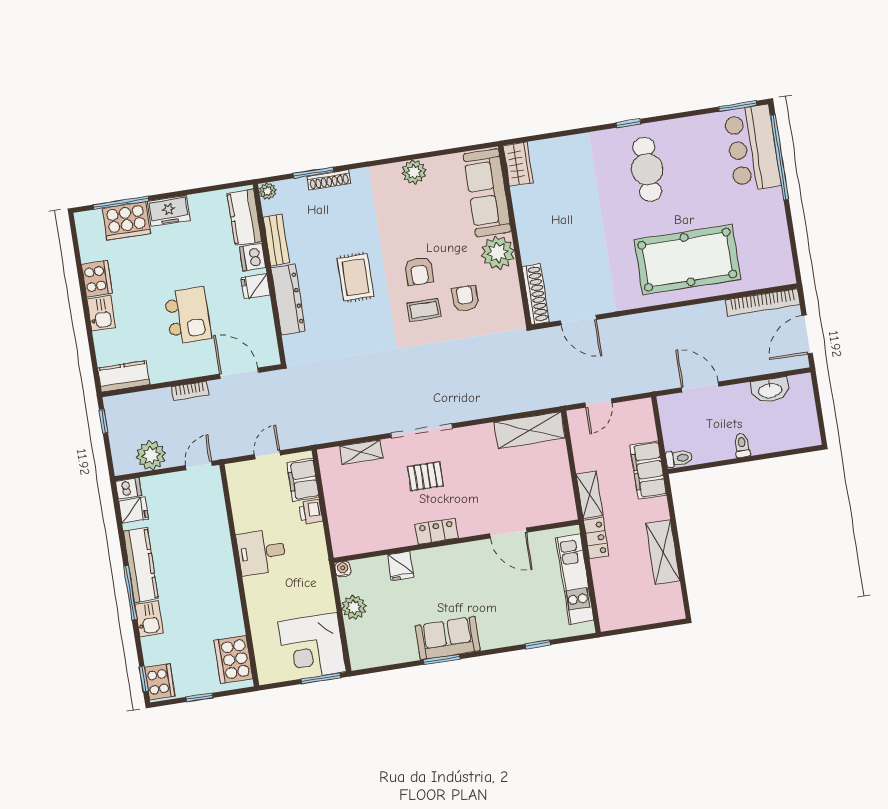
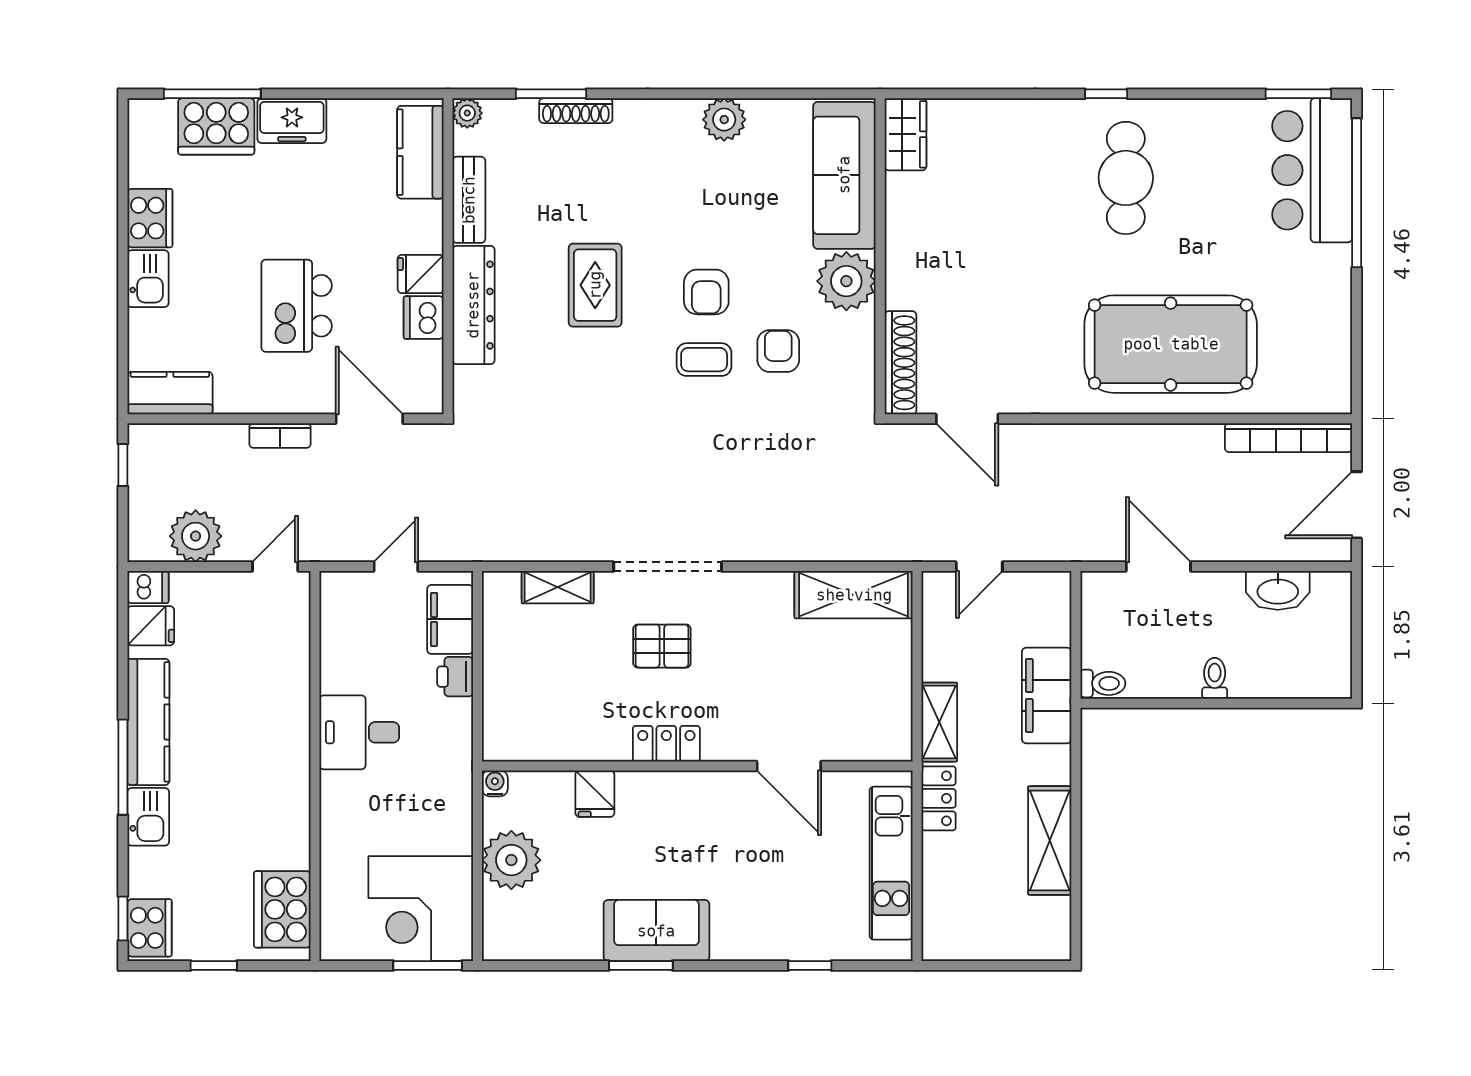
dishwasher: (253, 257) -> (424, 318), moved
kitchen island: (188, 316) -> (297, 306), turned 180
plant: (354, 607) -> (511, 860), width x1.36, depth x1.36

